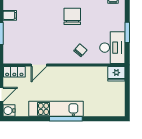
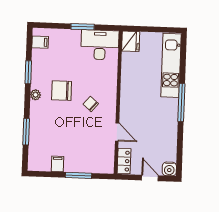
chair: (80, 50) -> (91, 104), moved
kitchen unit: (56, 109) -> (171, 65), moved

